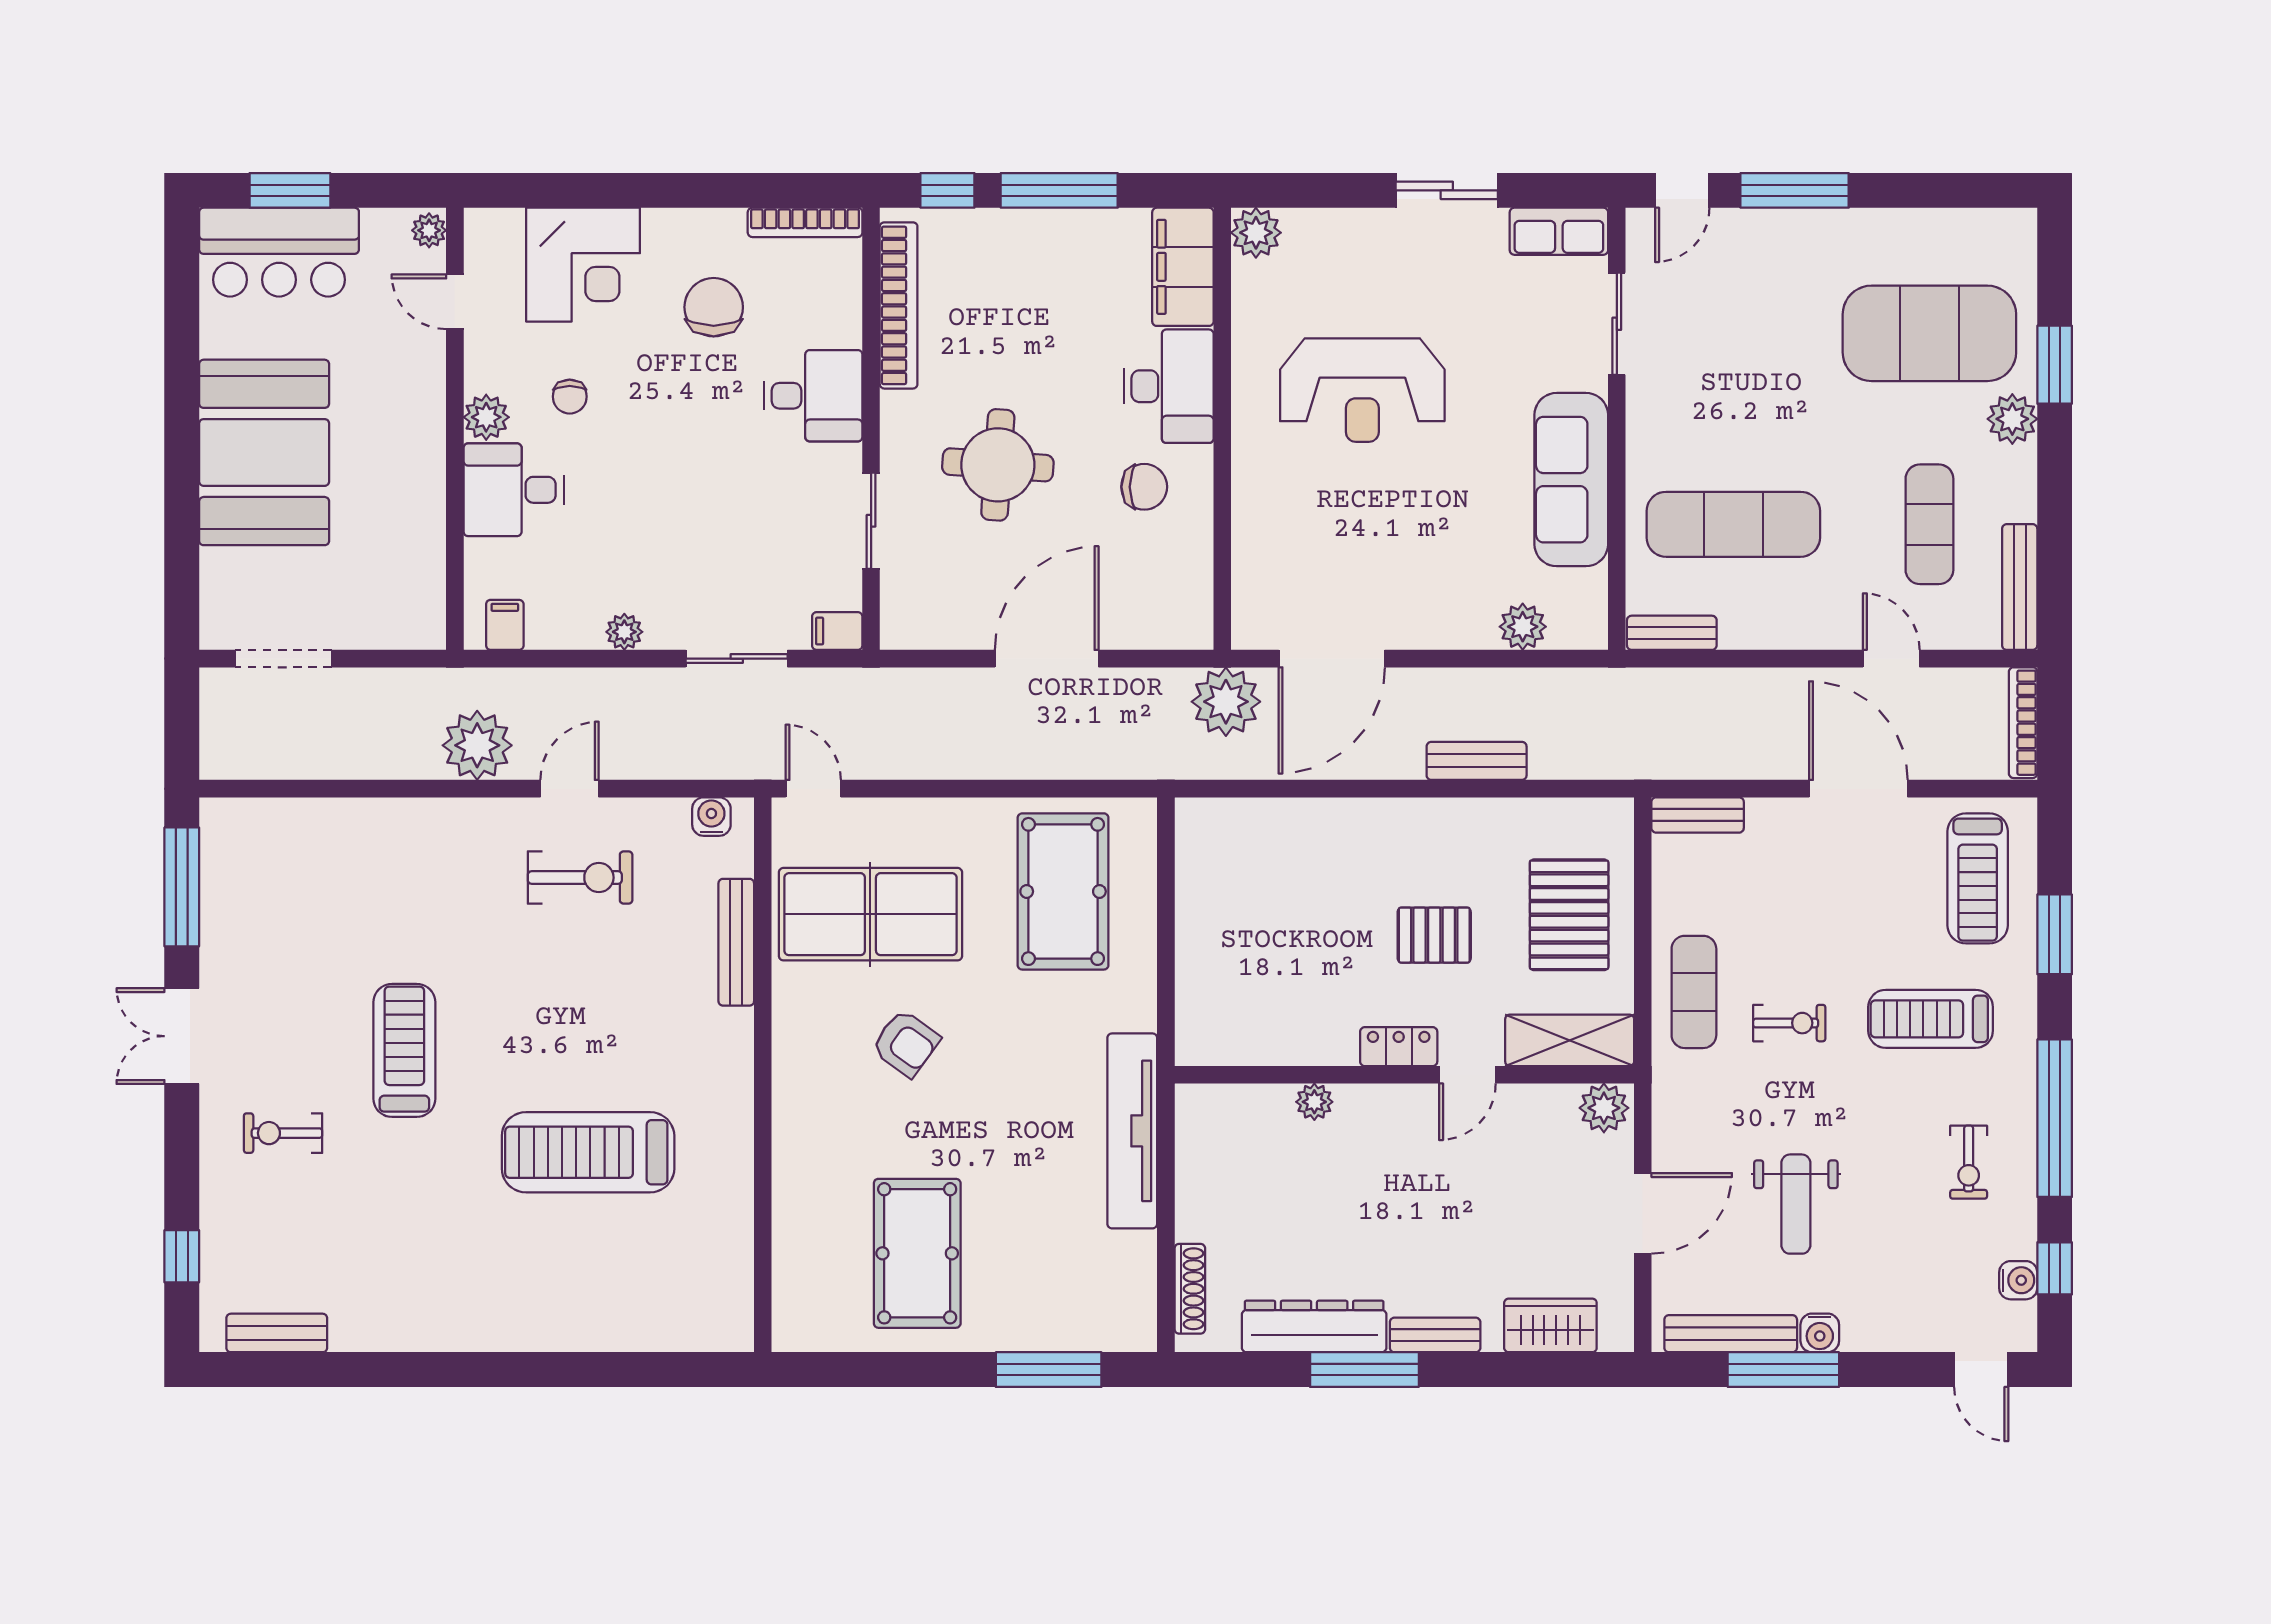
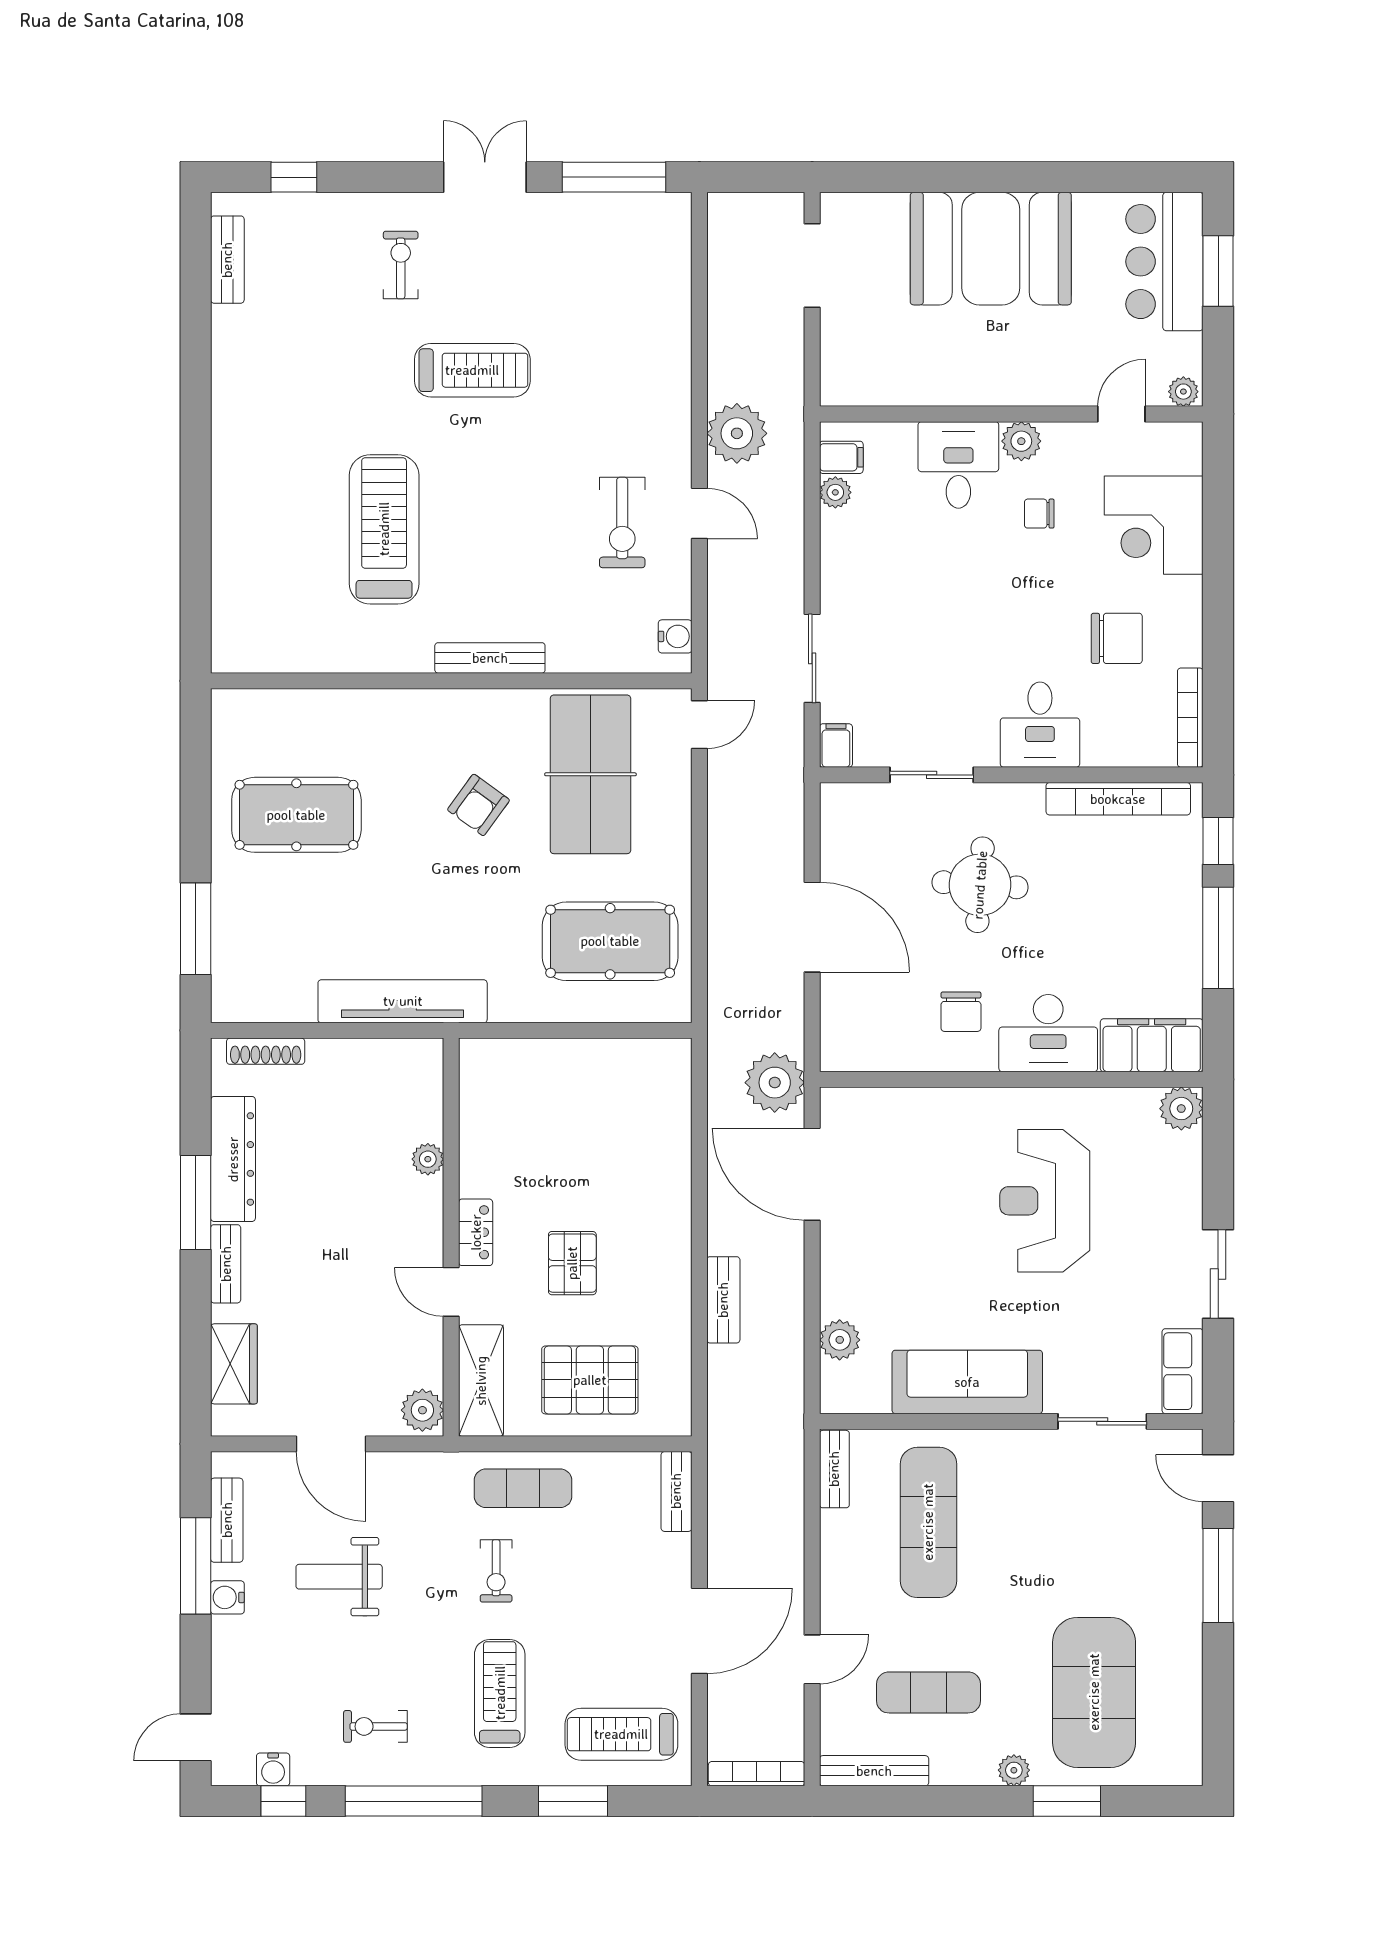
plant: (2012, 419) -> (1014, 1770), width x0.73, depth x0.73
plant: (624, 632) -> (835, 492), moved
bench: (736, 942) -> (490, 658), moved
bench: (1731, 1334) -> (227, 1520), width x0.73

